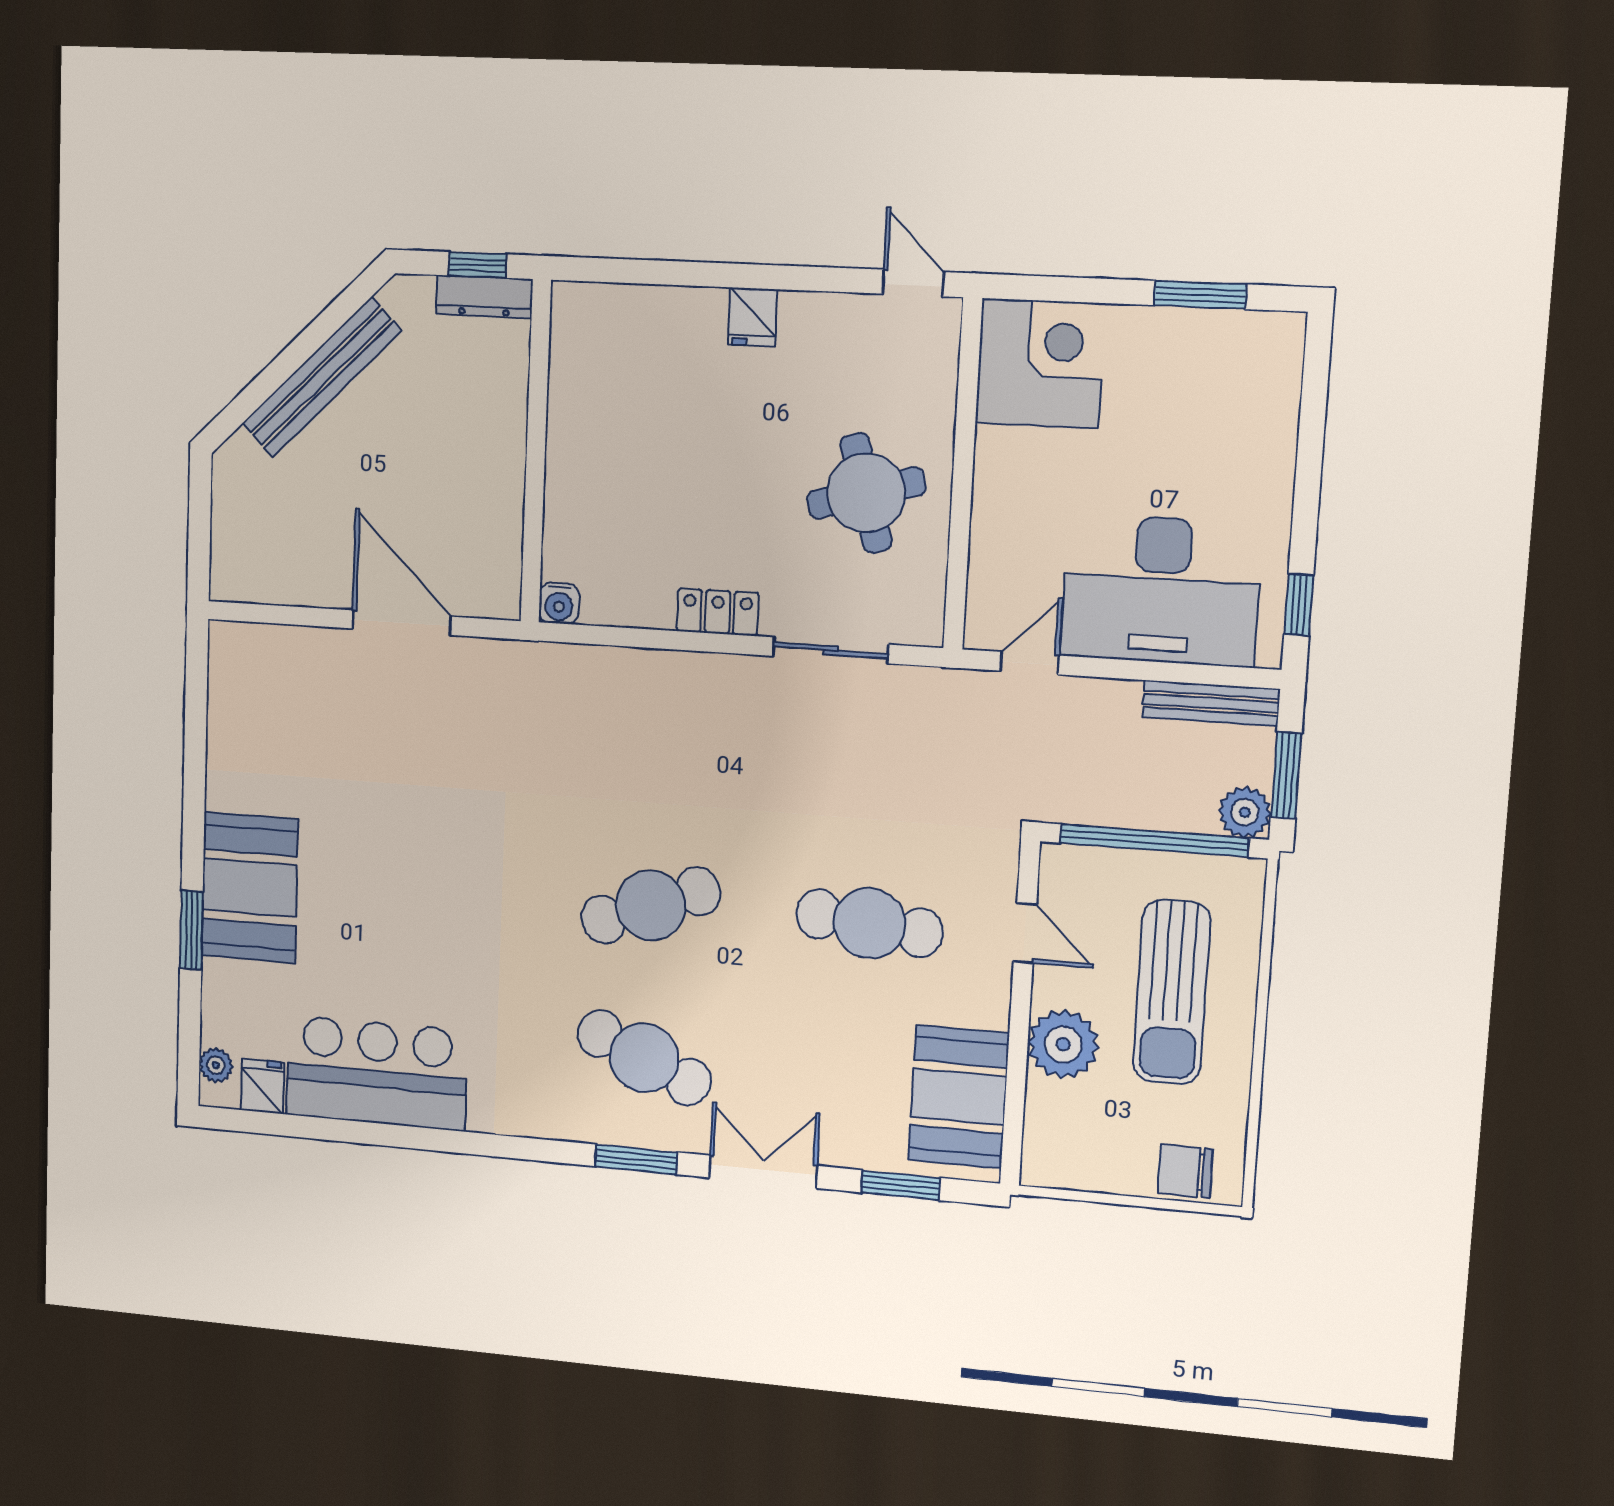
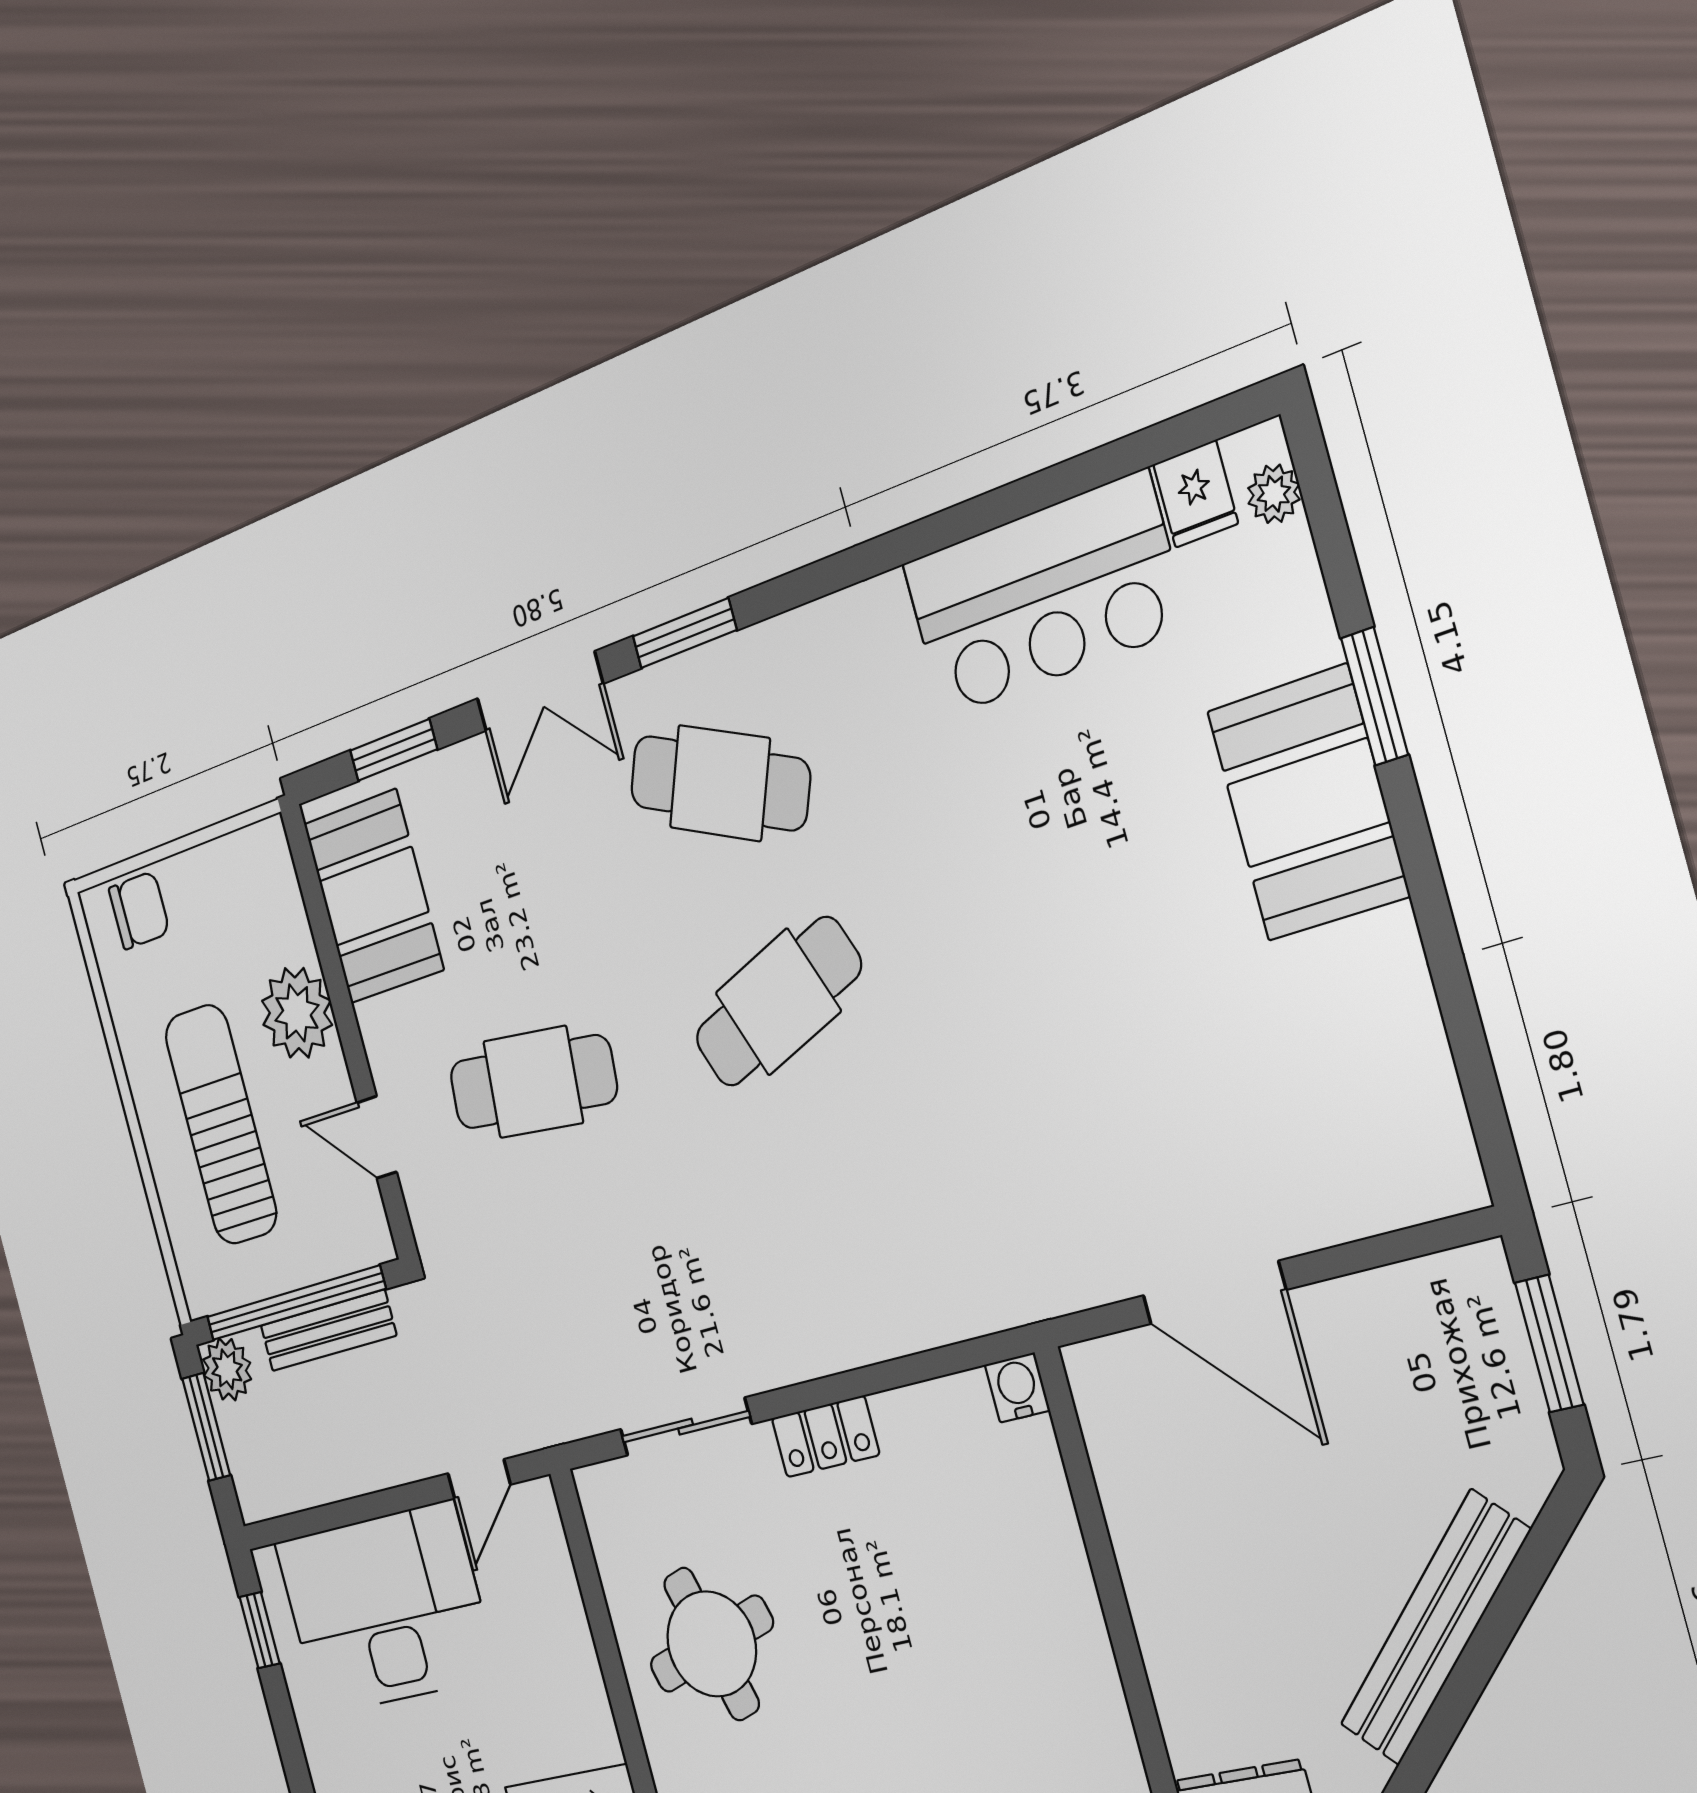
window: (199, 530) -> (1549, 1344), added
bench: (1211, 703) -> (328, 1331), moved

